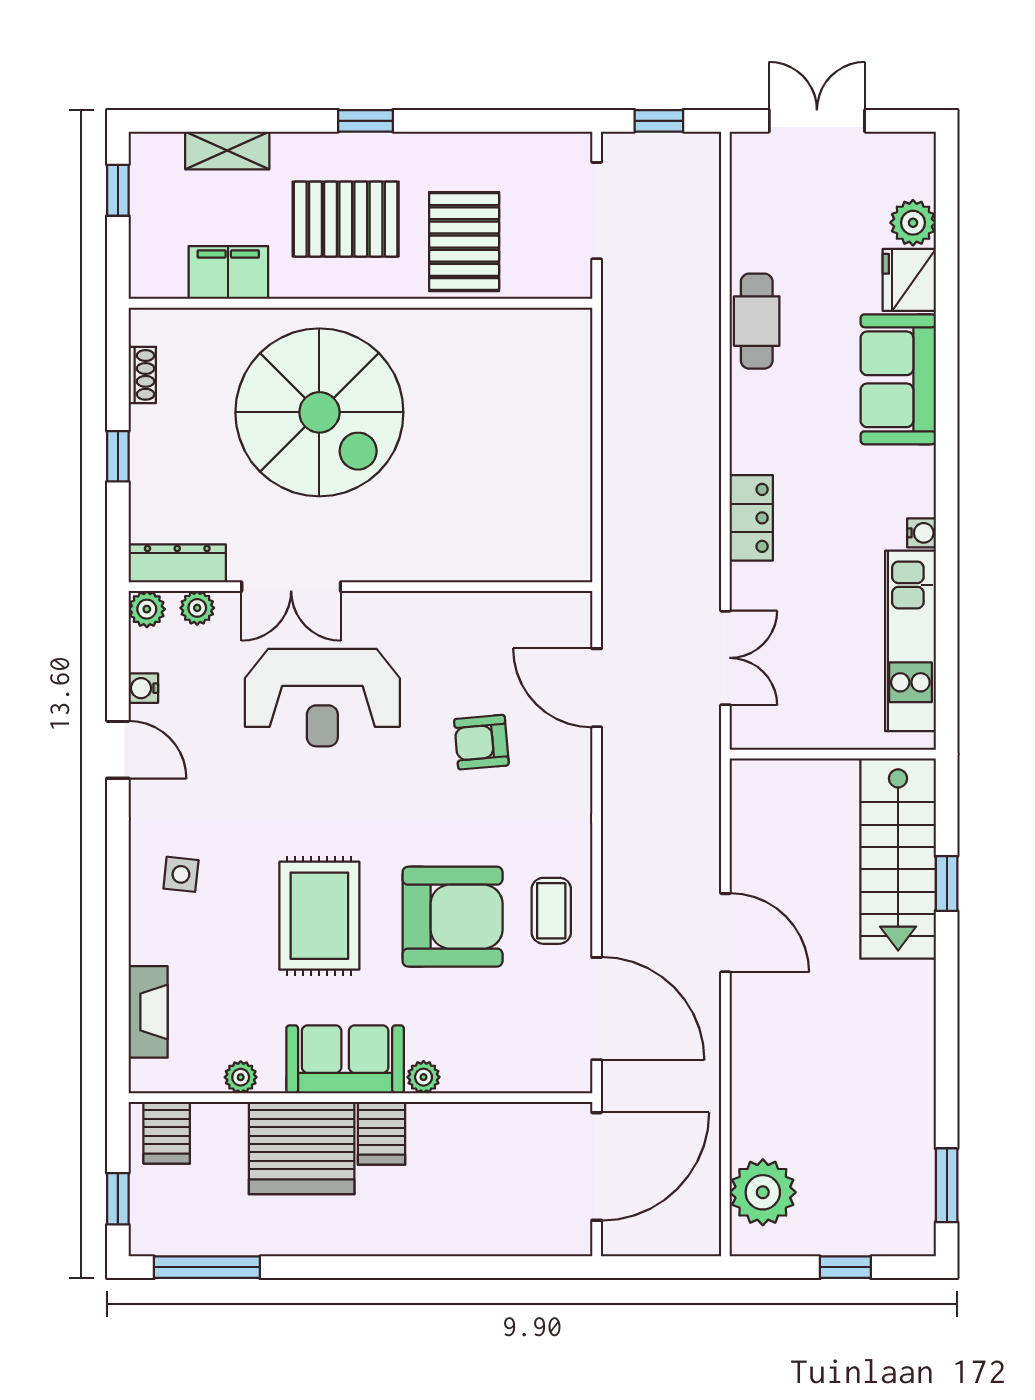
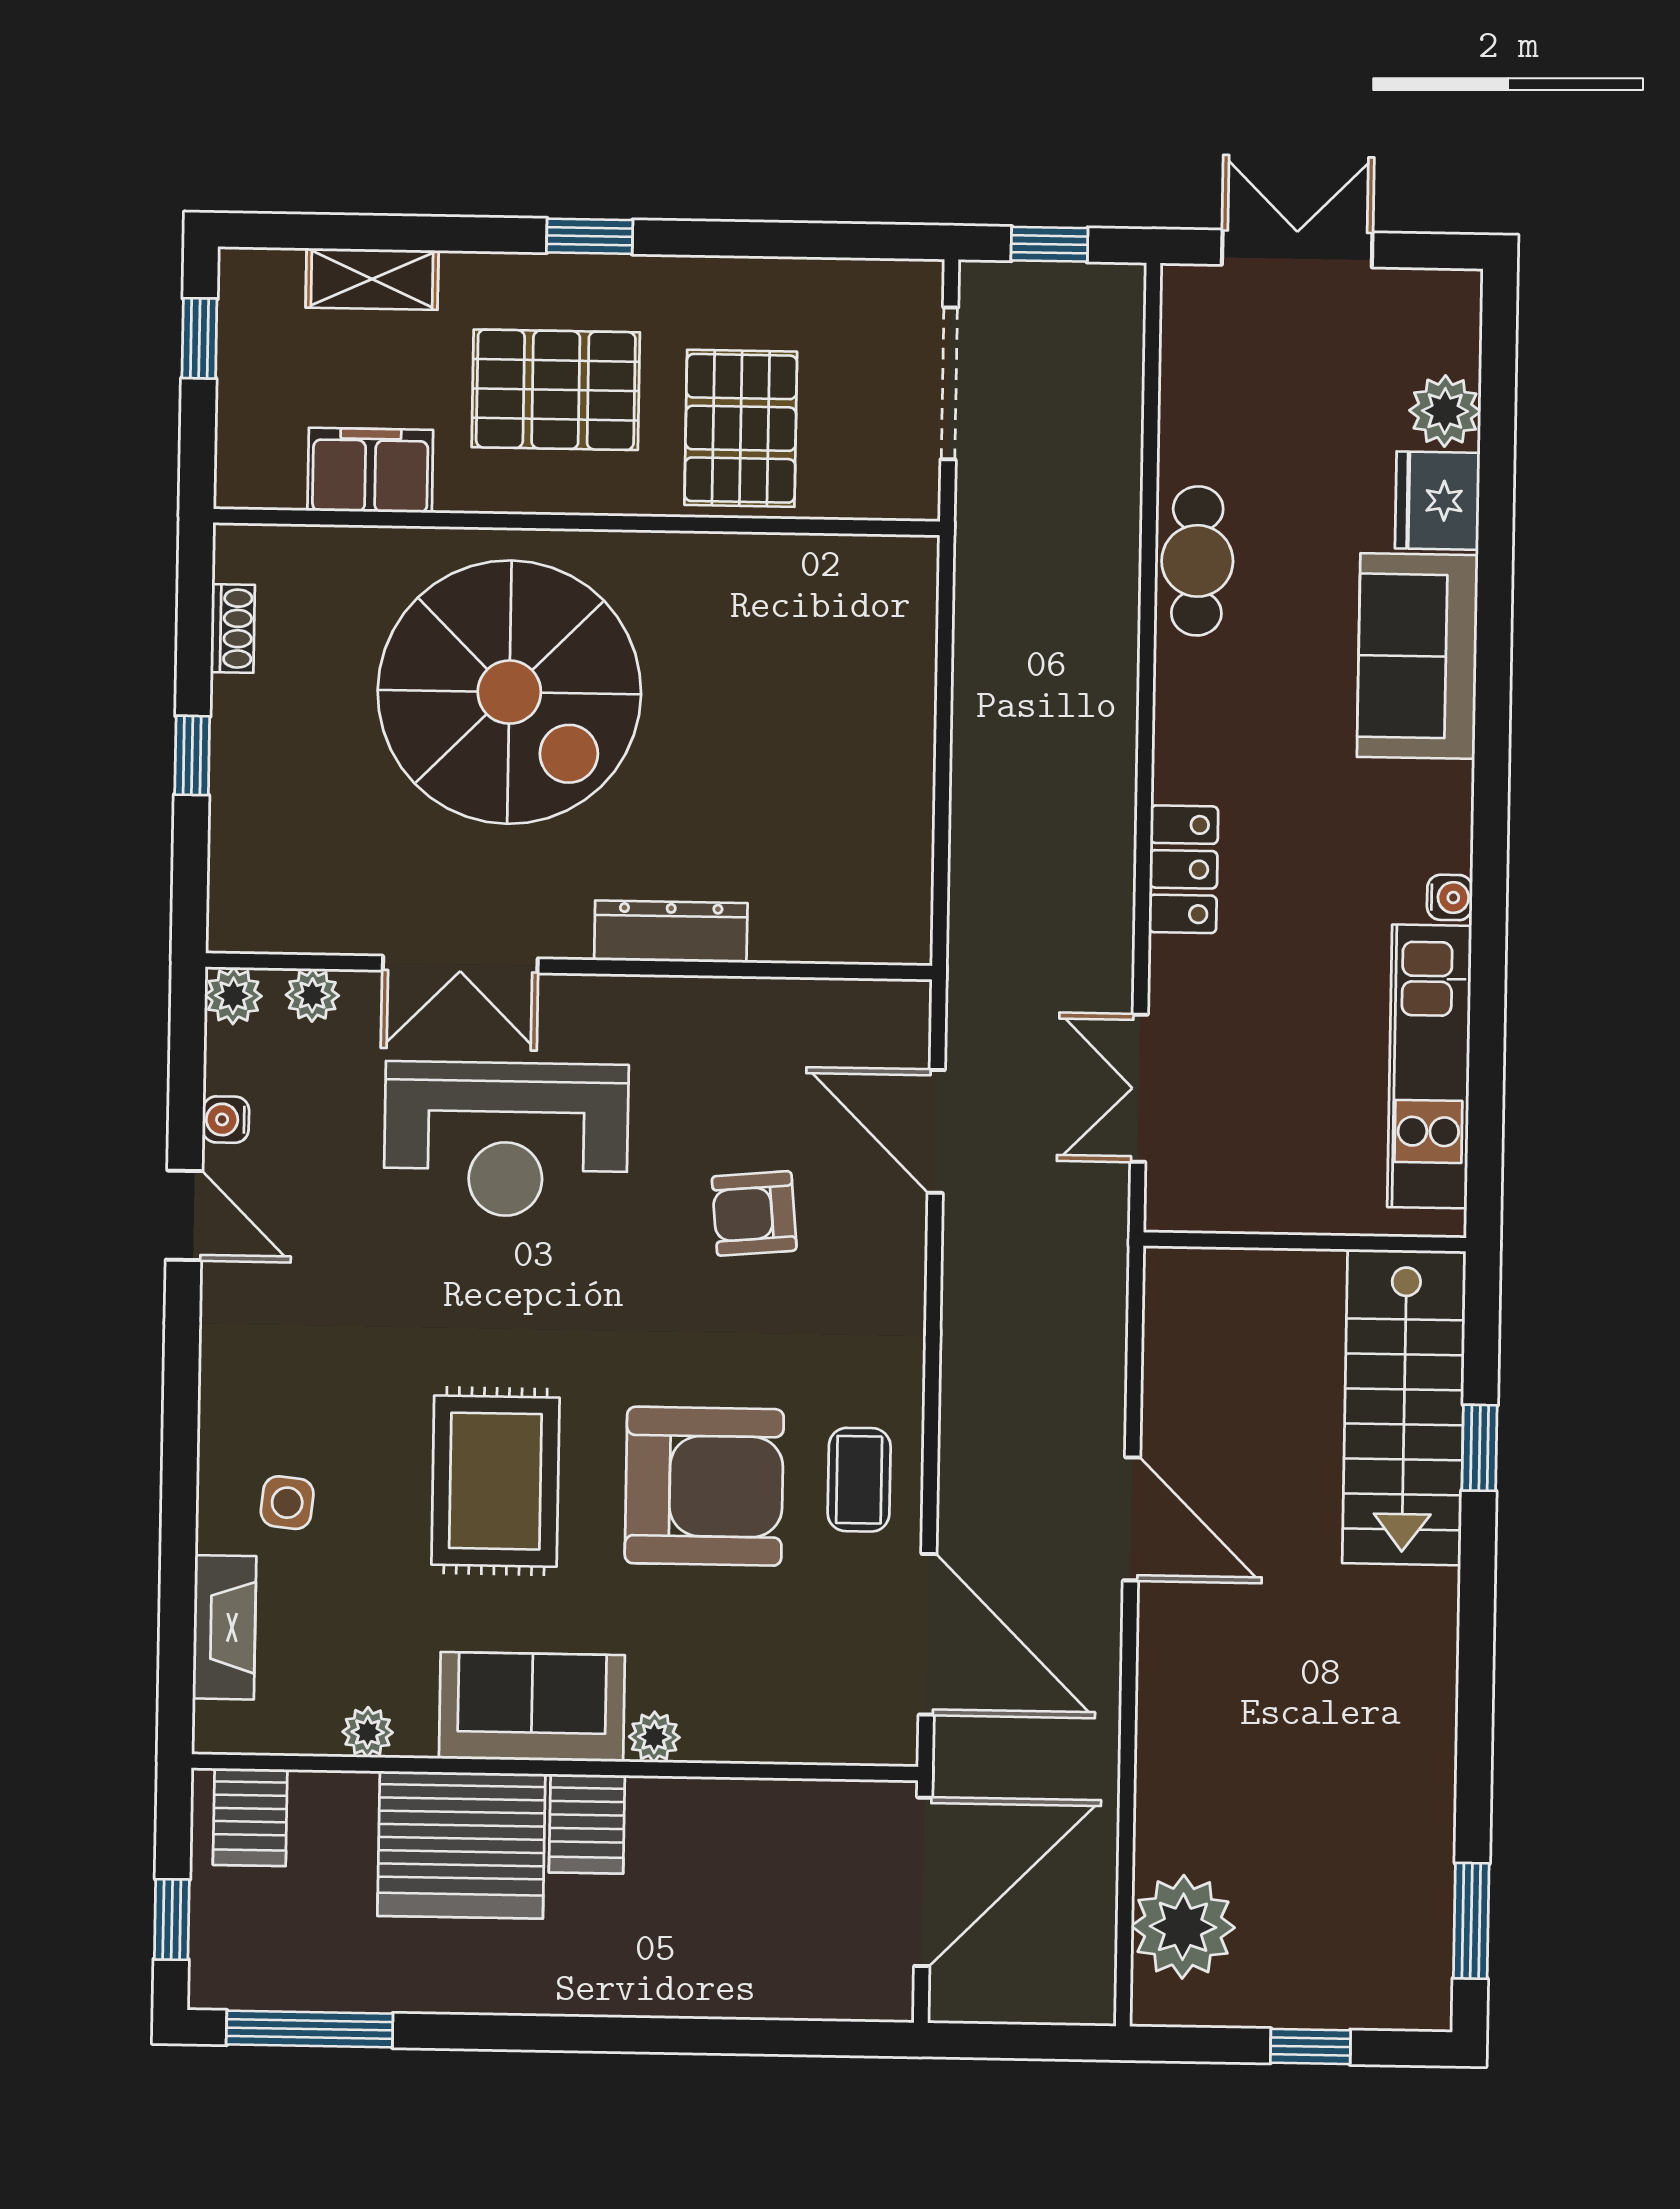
dresser: (177, 563) -> (671, 932), moved
double door: (725, 658) -> (1139, 1088), swing flipped
side table: (181, 874) -> (287, 1503), moved

